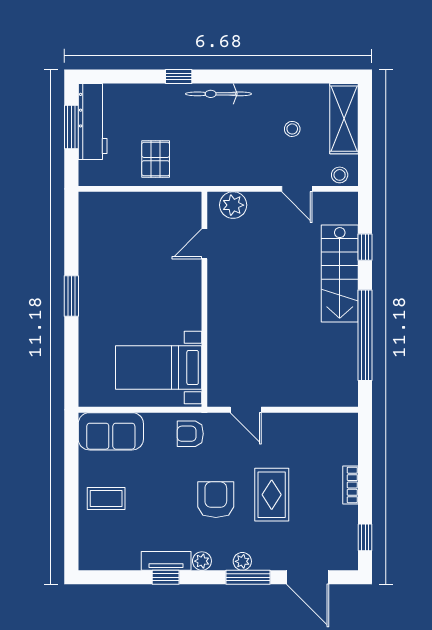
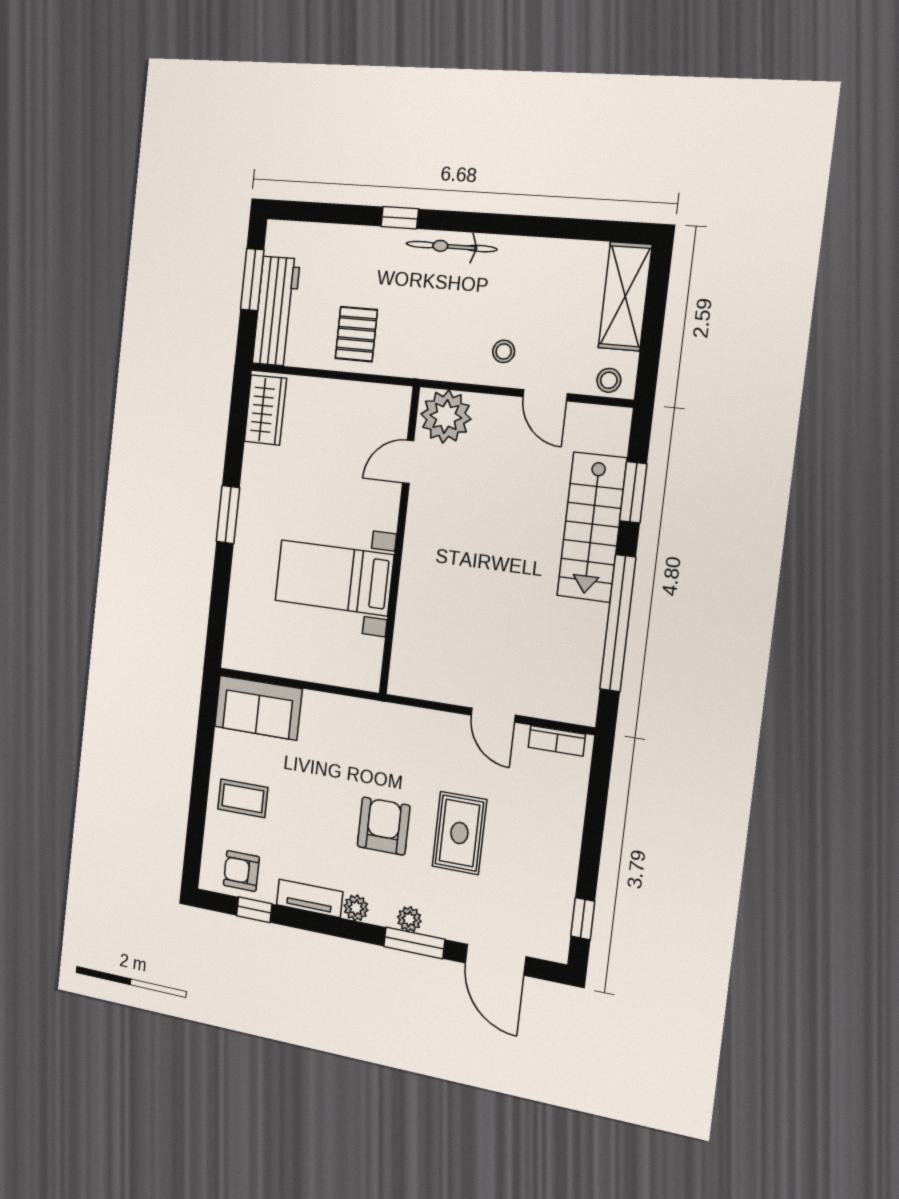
workbench: (93, 122) -> (276, 311), moved
stool: (292, 129) -> (504, 351), moved
plant: (233, 205) -> (446, 417), width x1.36, depth x1.36
wardrobe: (92, 218) -> (265, 410), added
window: (365, 247) -> (633, 492), width x1.50
bed with nightstands: (159, 367) -> (334, 578), moved
door: (246, 410) -> (493, 715), moved
armchair: (190, 434) -> (241, 871), moved
bookcase: (350, 485) -> (557, 741), moved, turned -90
window: (166, 577) -> (254, 910), moved

